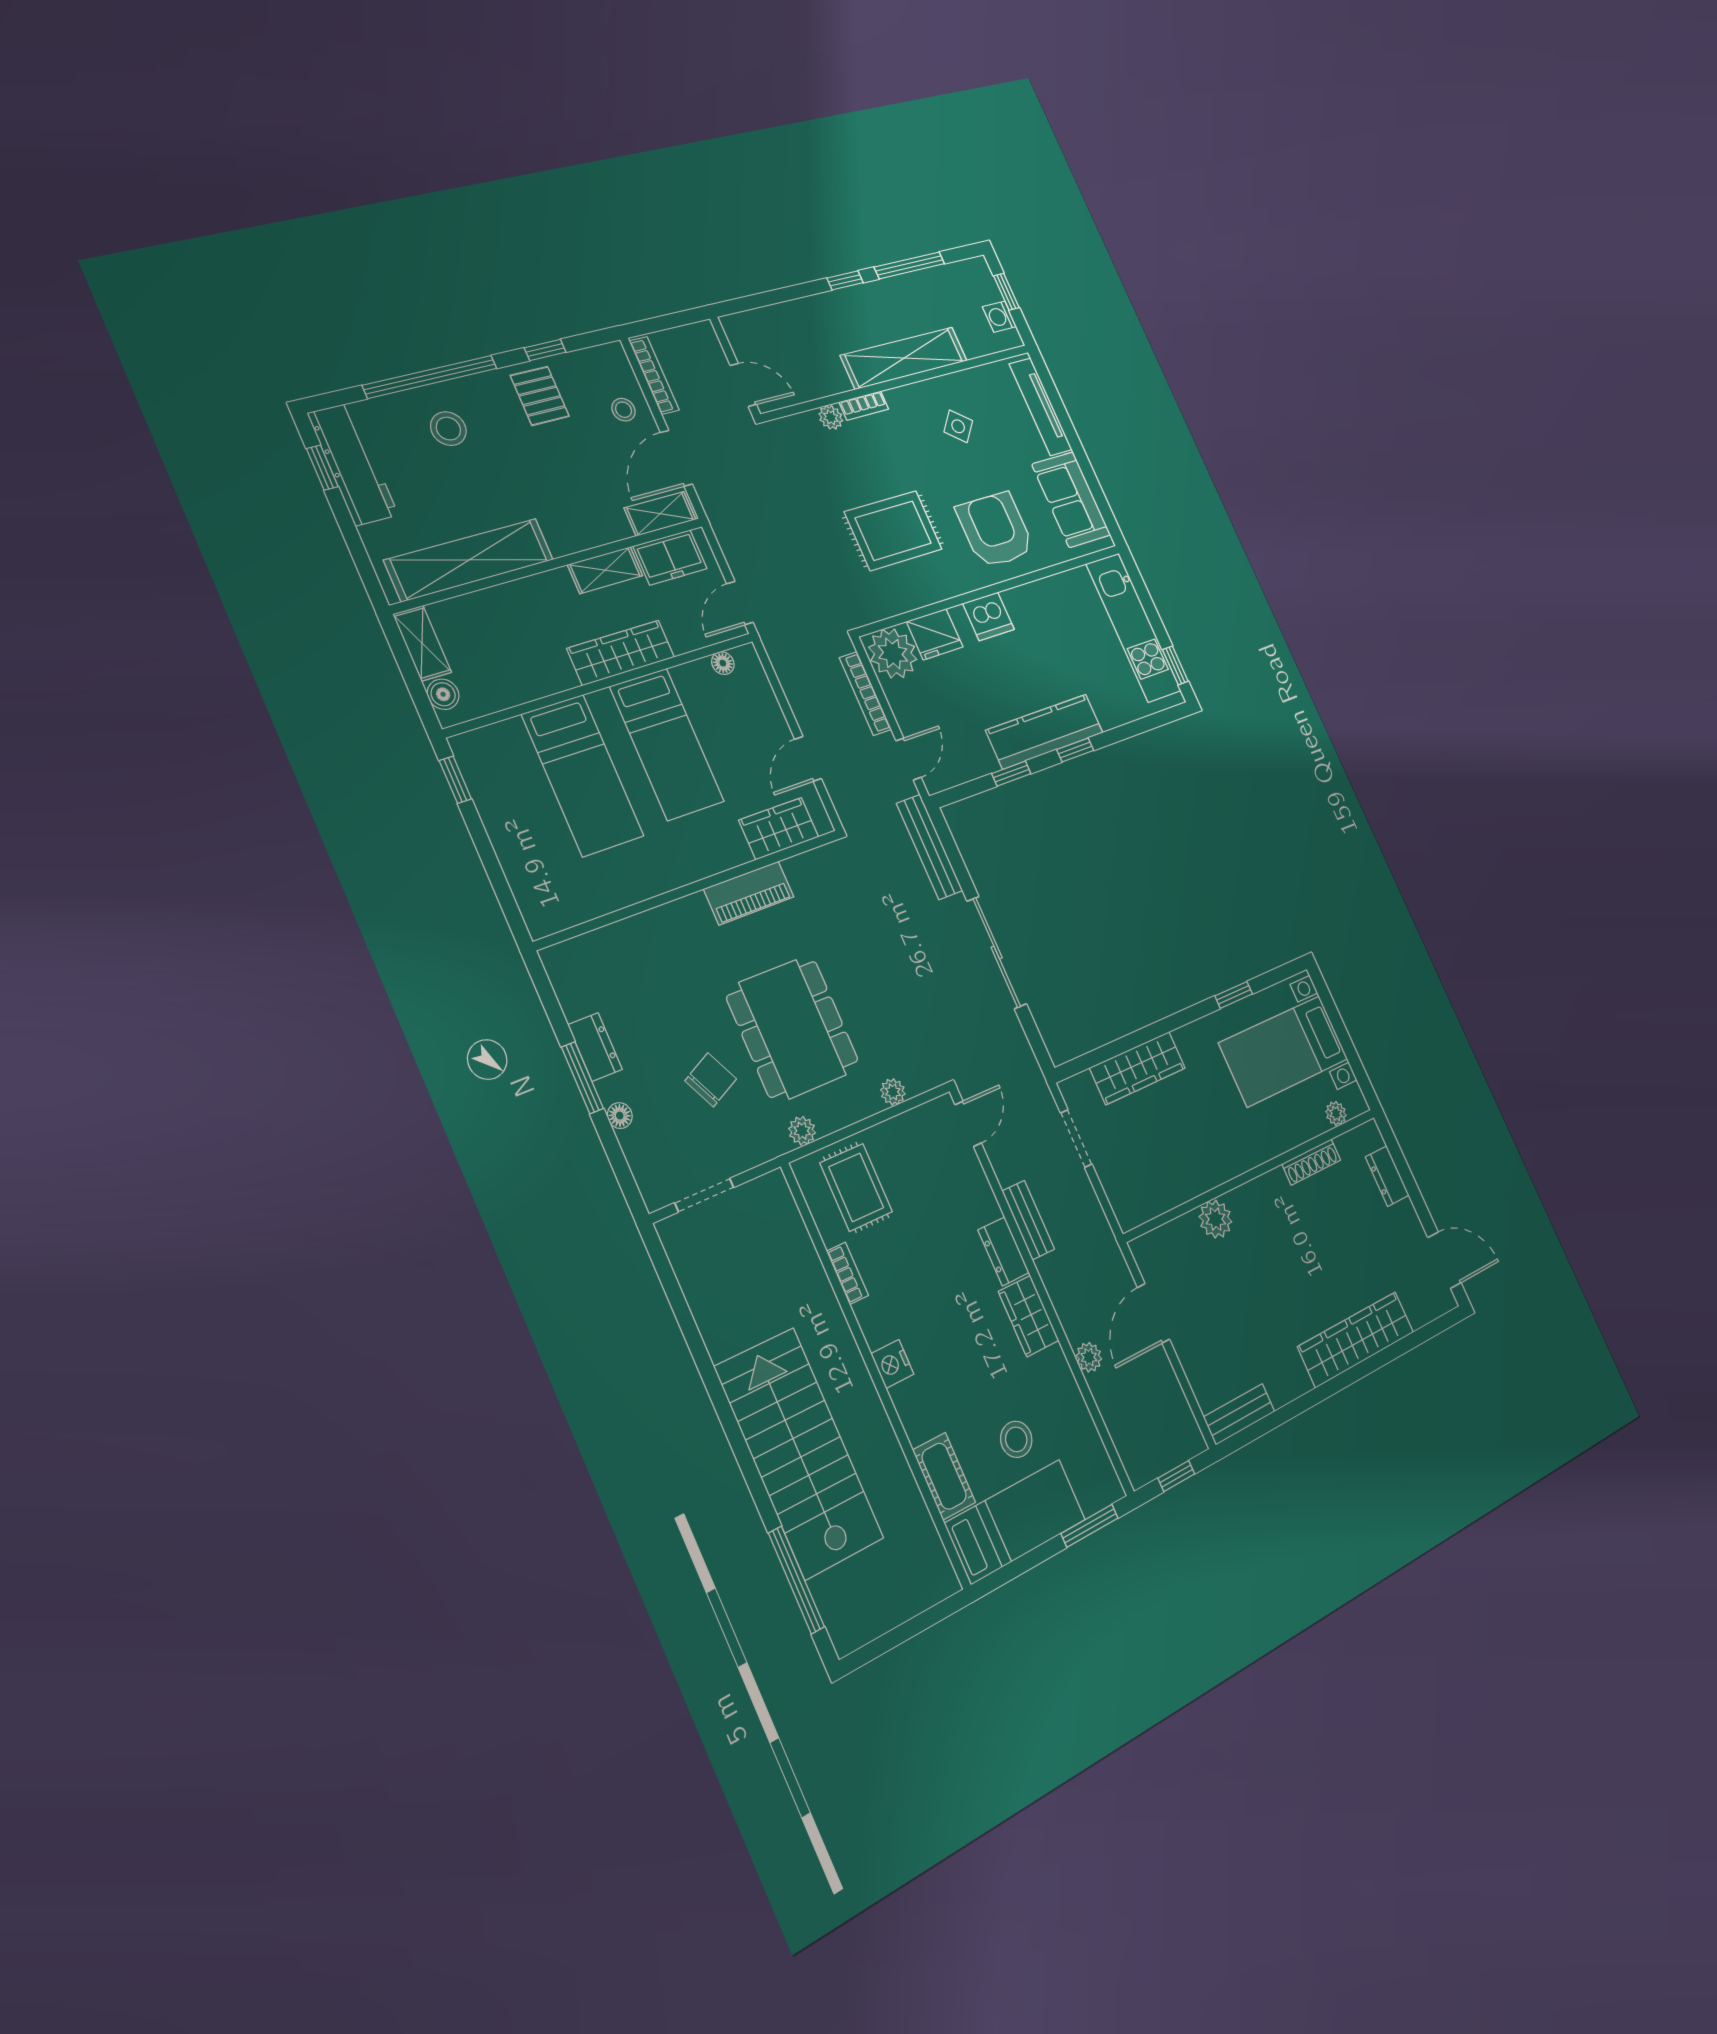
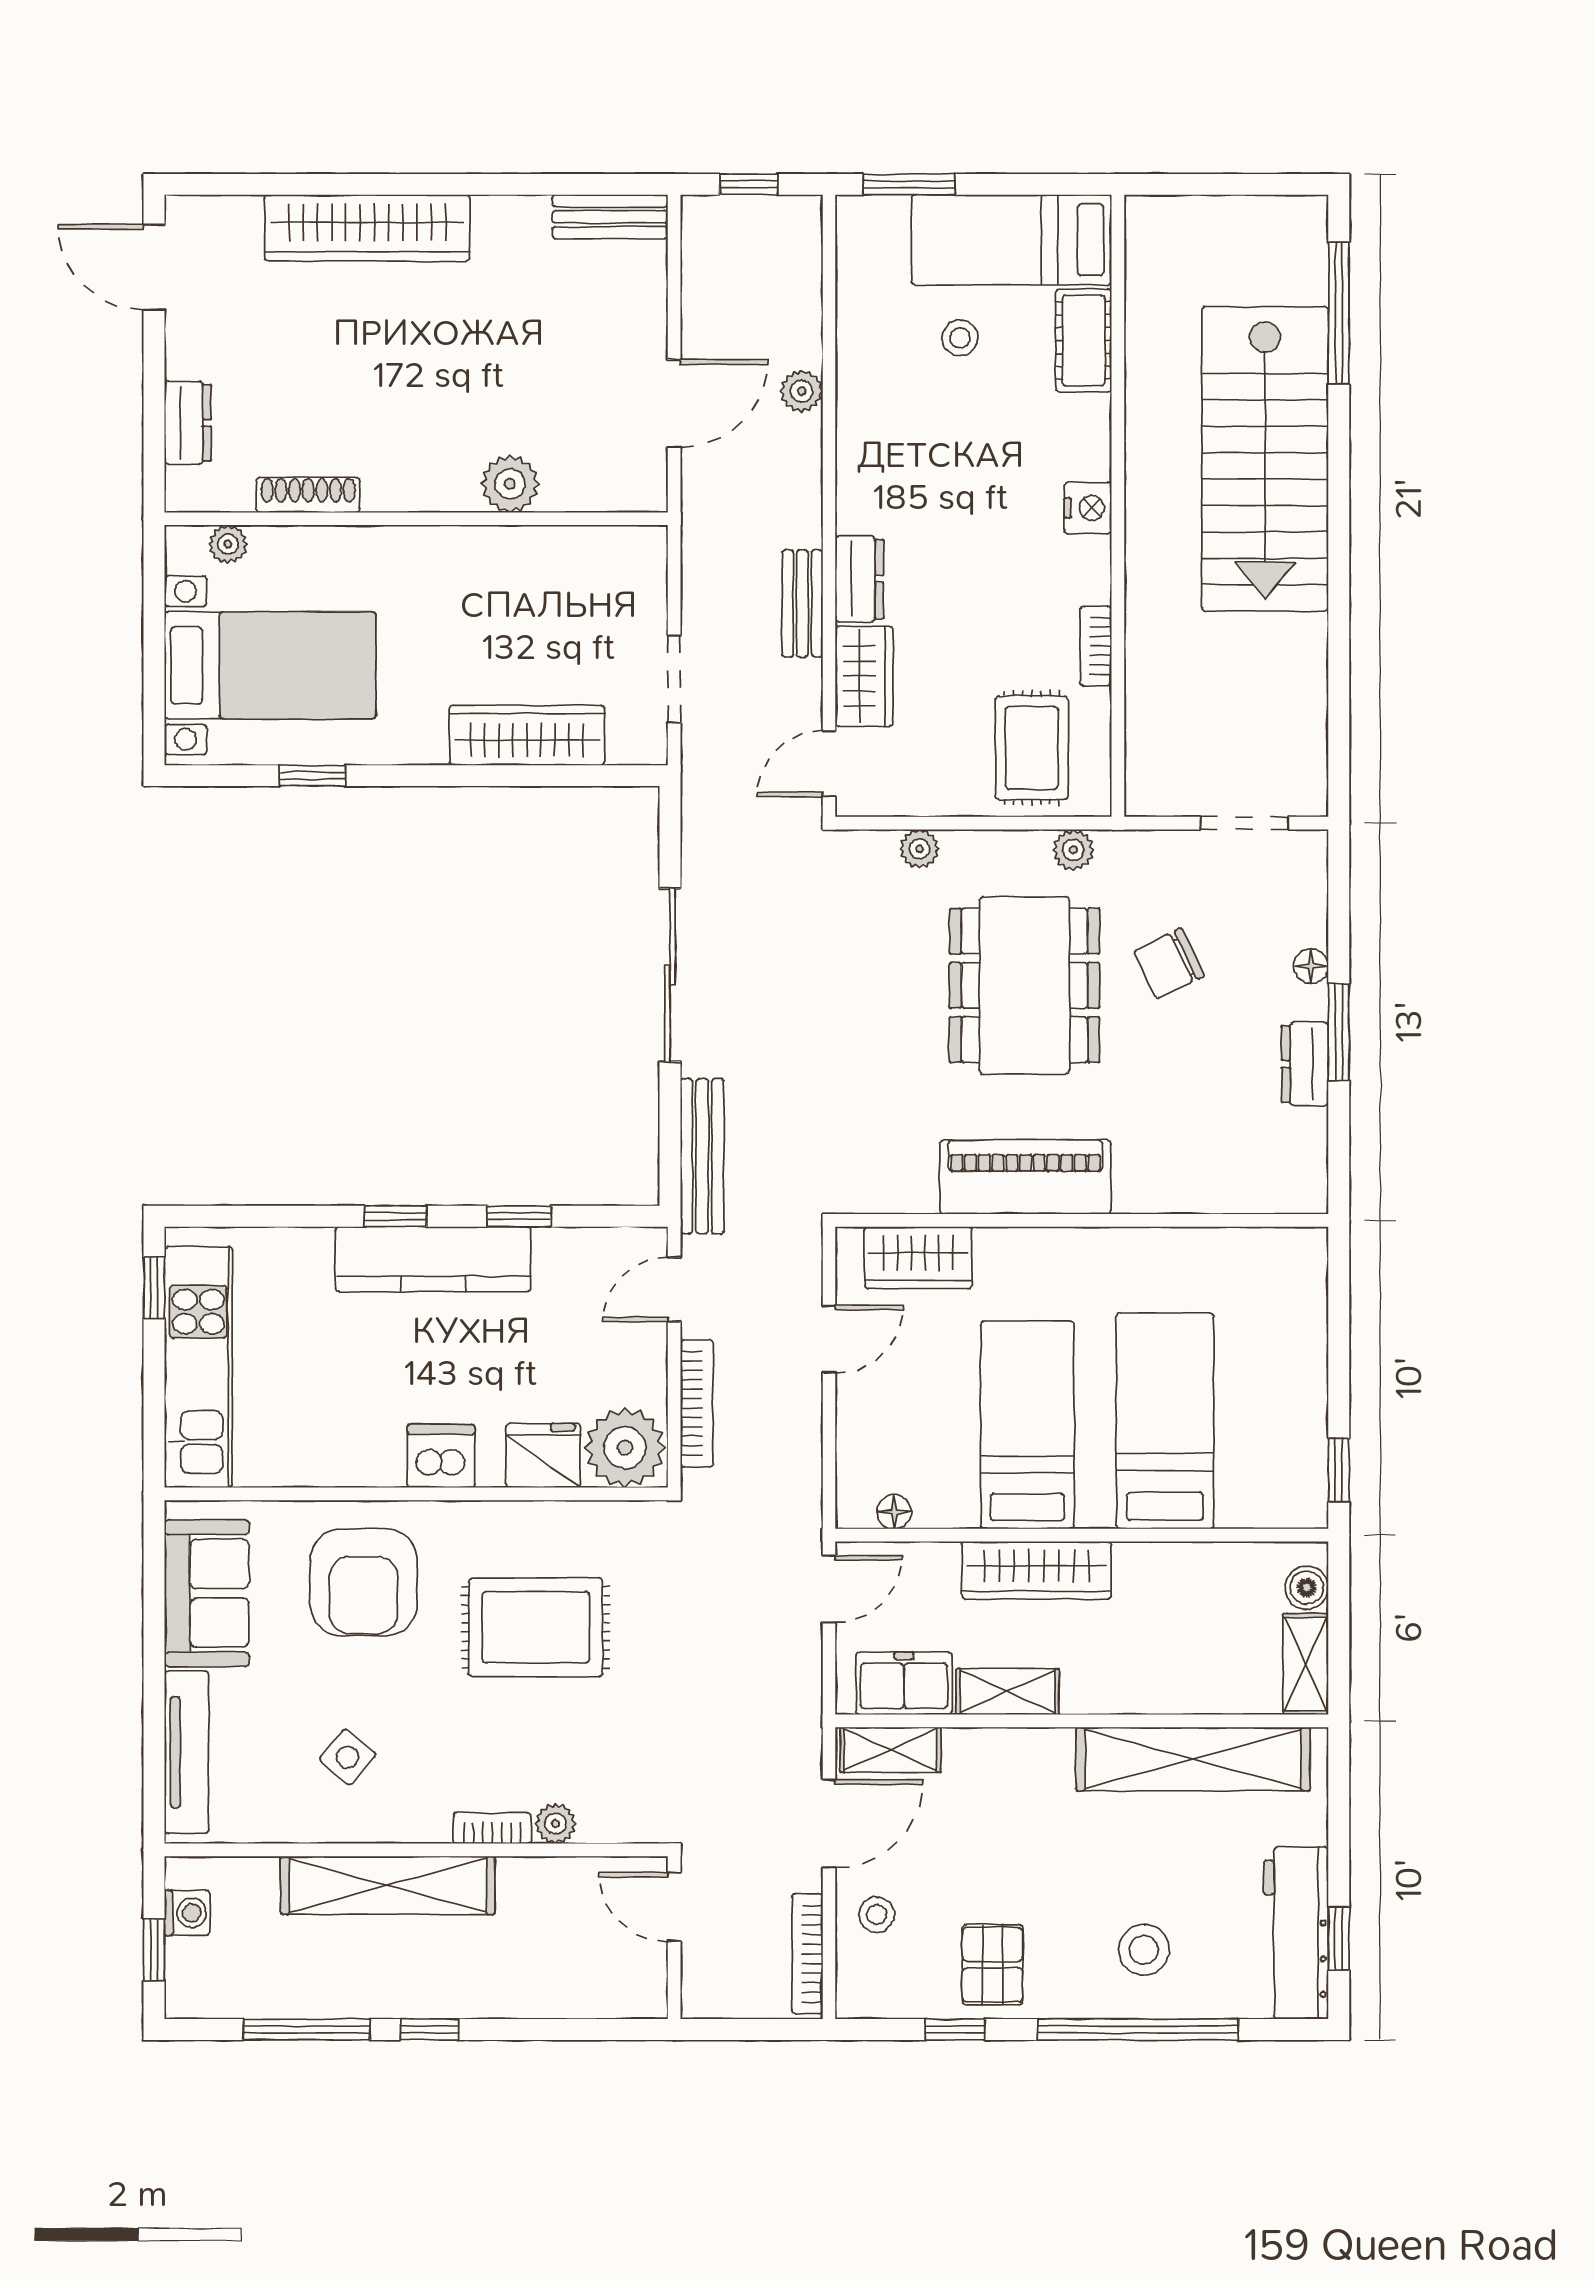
piano: (749, 893) -> (1025, 1177), width x1.37, depth x1.33
wardrobe: (1029, 1316) -> (864, 676), moved
stool: (1016, 1439) -> (960, 338), width x0.73, depth x0.73

